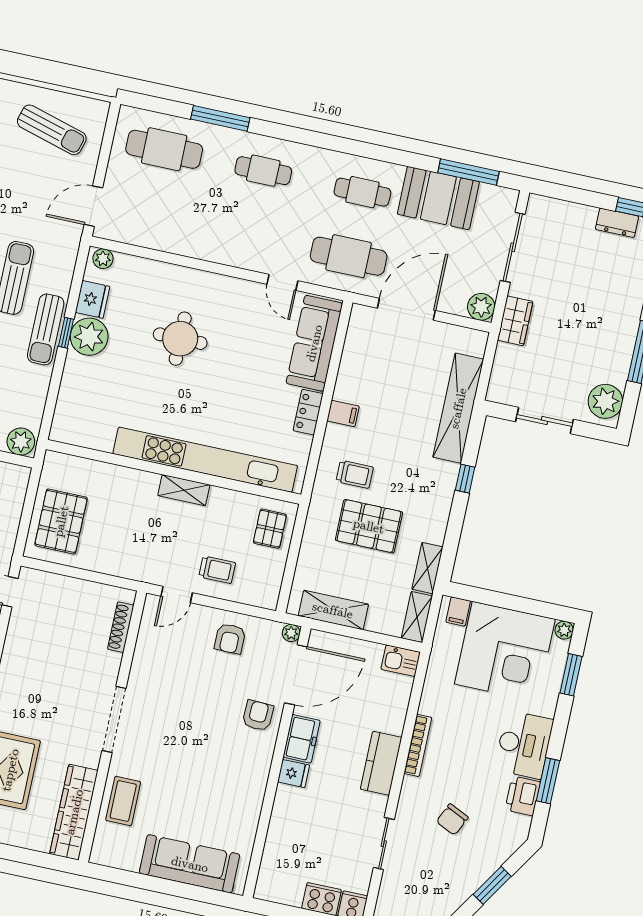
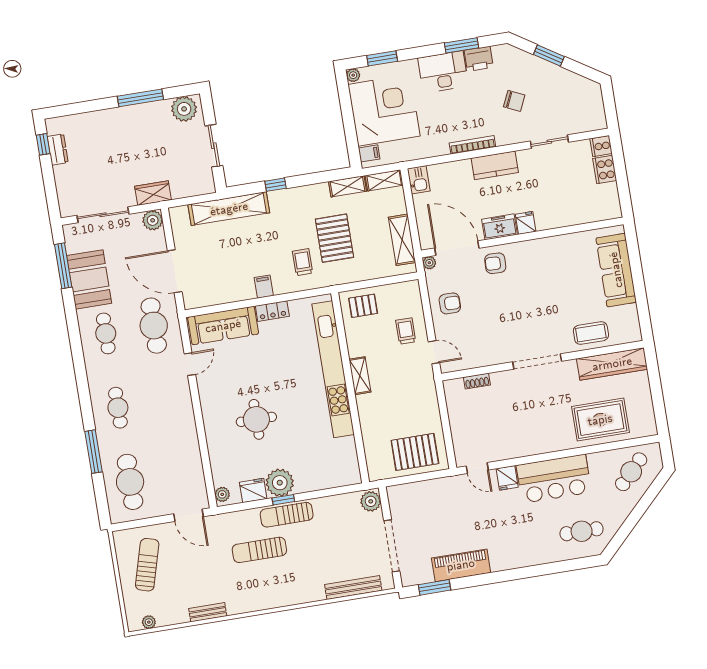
sun lounger: (46, 329) -> (287, 515), turned 180
shoe rack: (121, 627) -> (477, 381), width x0.70

